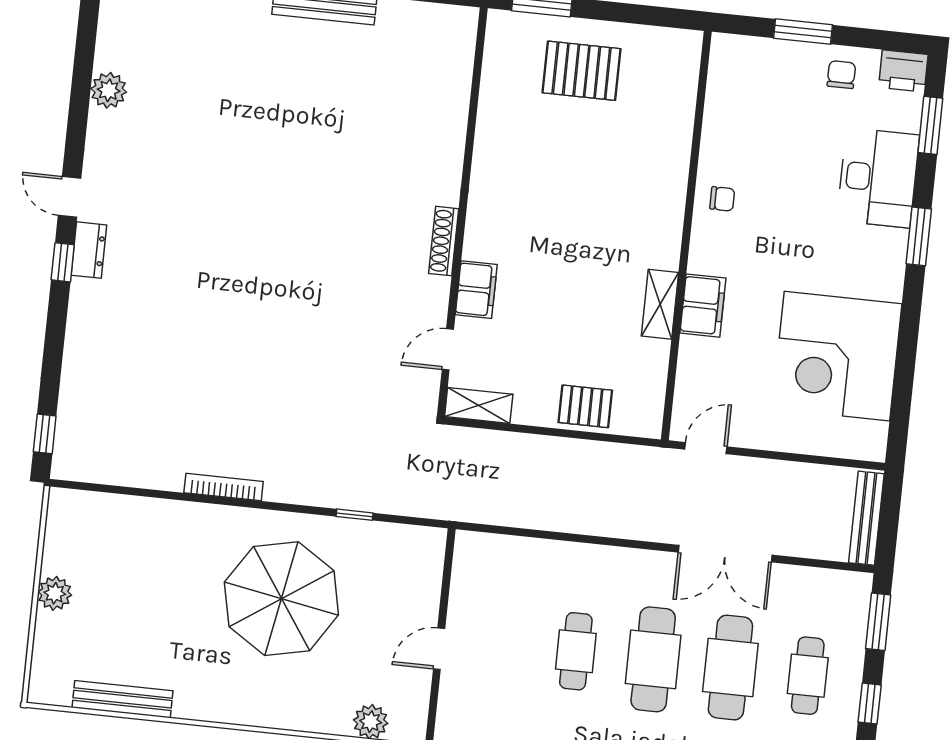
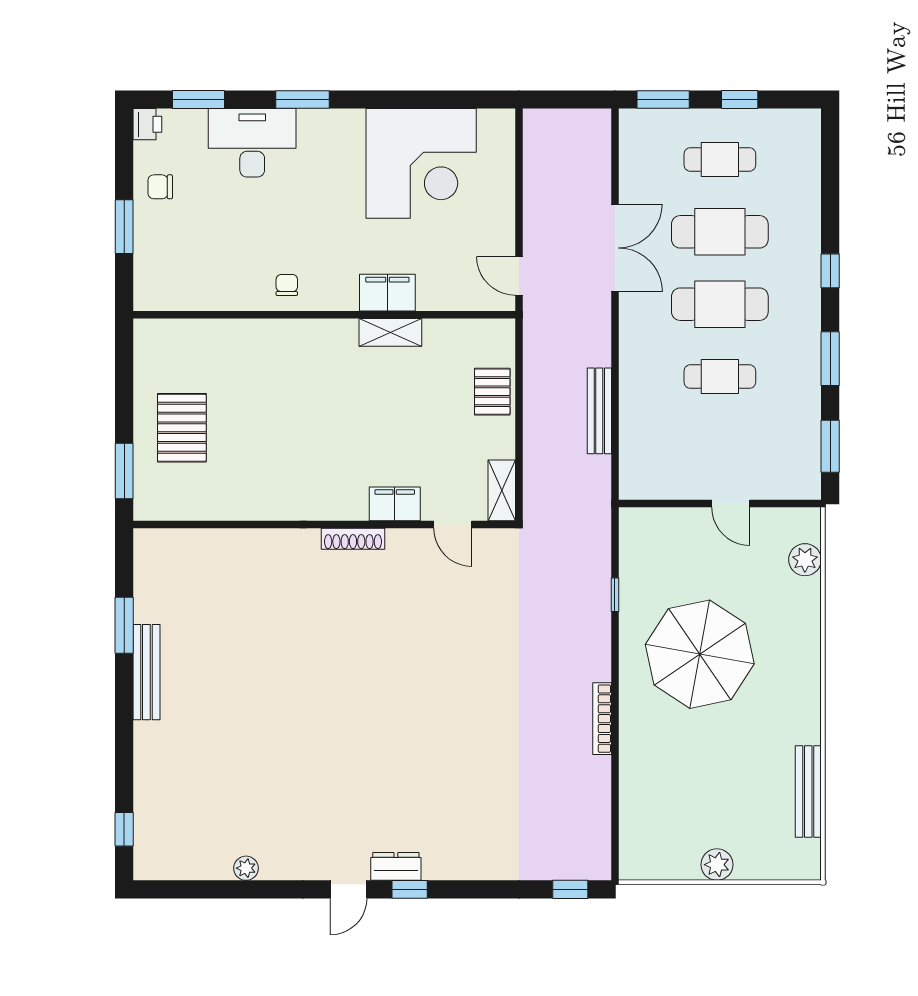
printer: (903, 71) -> (147, 124), width x0.73, depth x0.81
plant: (109, 90) -> (246, 868), width x0.73, depth x0.73
bench: (866, 518) -> (599, 411), moved, turned 90

